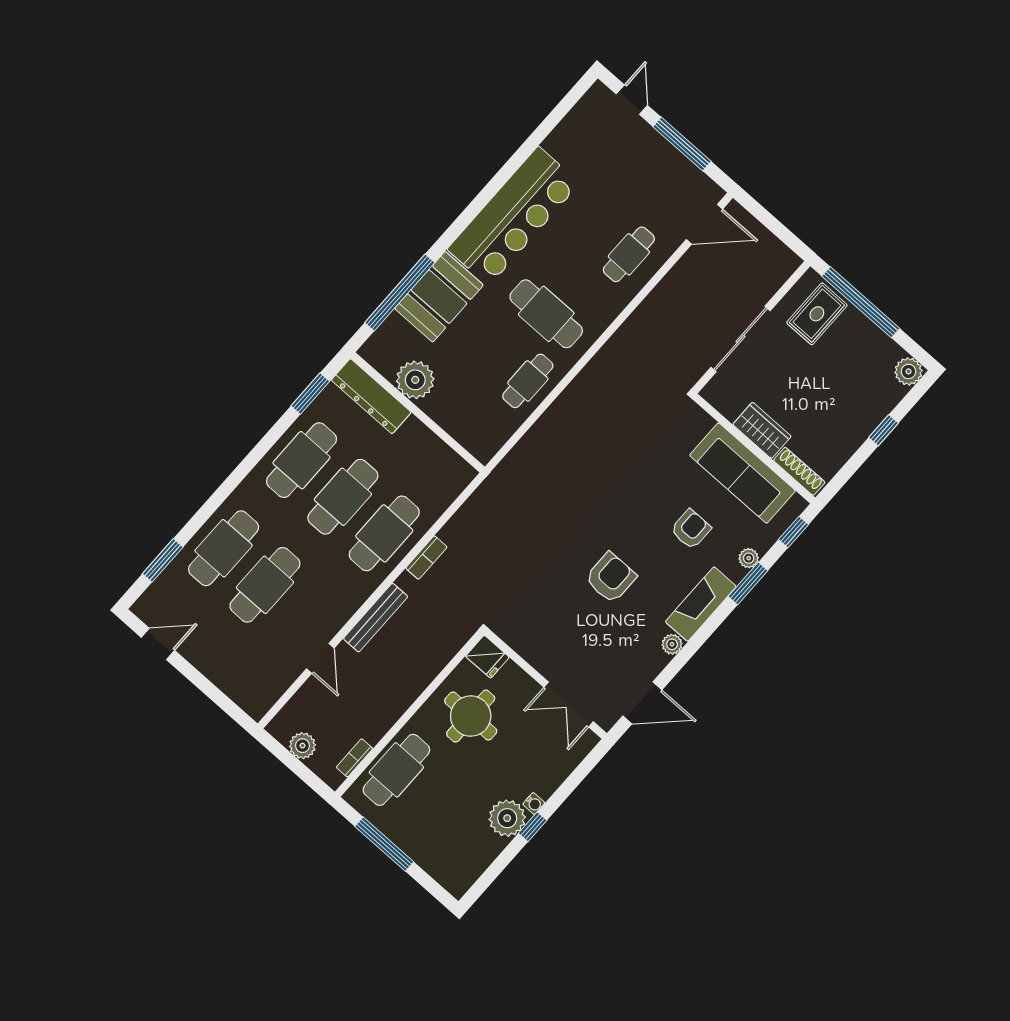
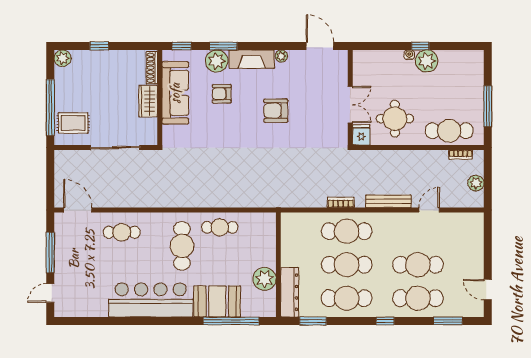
window: (231, 483) -> (385, 321), added
plant: (749, 558) -> (217, 61), width x1.88, depth x1.88
double door: (569, 704) -> (350, 105), moved

